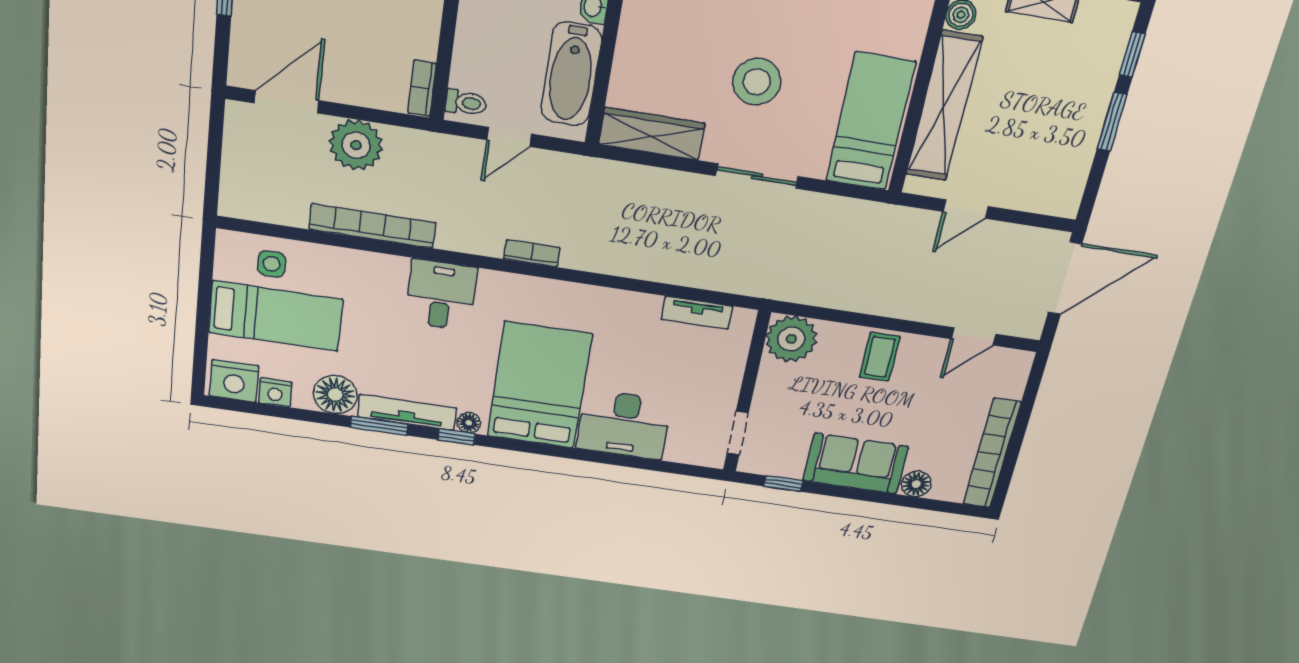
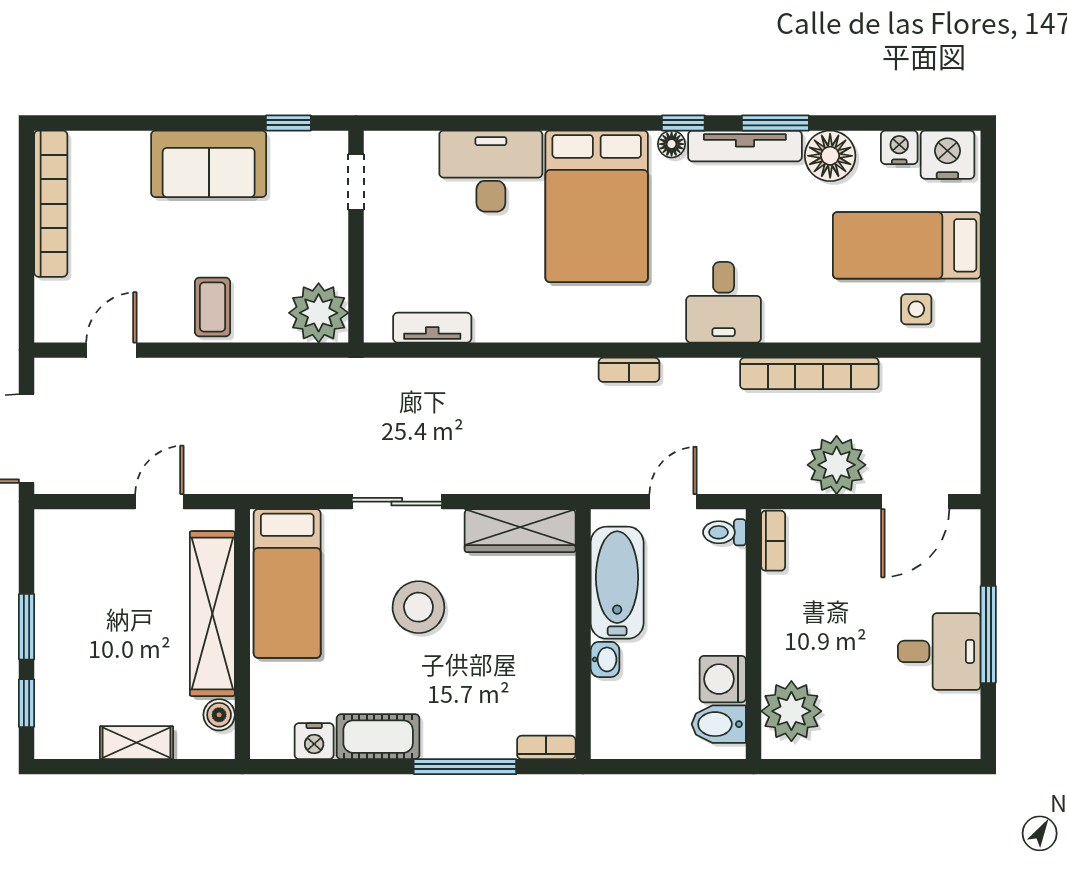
floor lamp: (916, 484) -> (130, 148), removed

